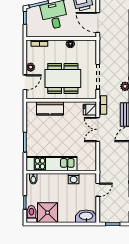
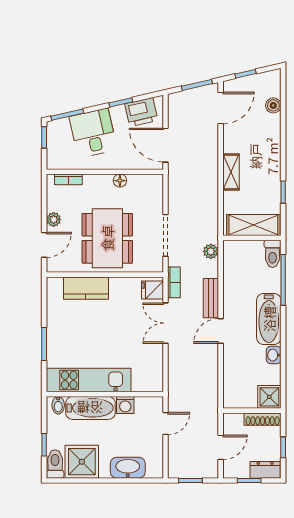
dining table: (63, 78) -> (107, 238), turned 90
bathtub: (53, 180) -> (90, 408), added
washbasin: (86, 216) -> (128, 468), moved

